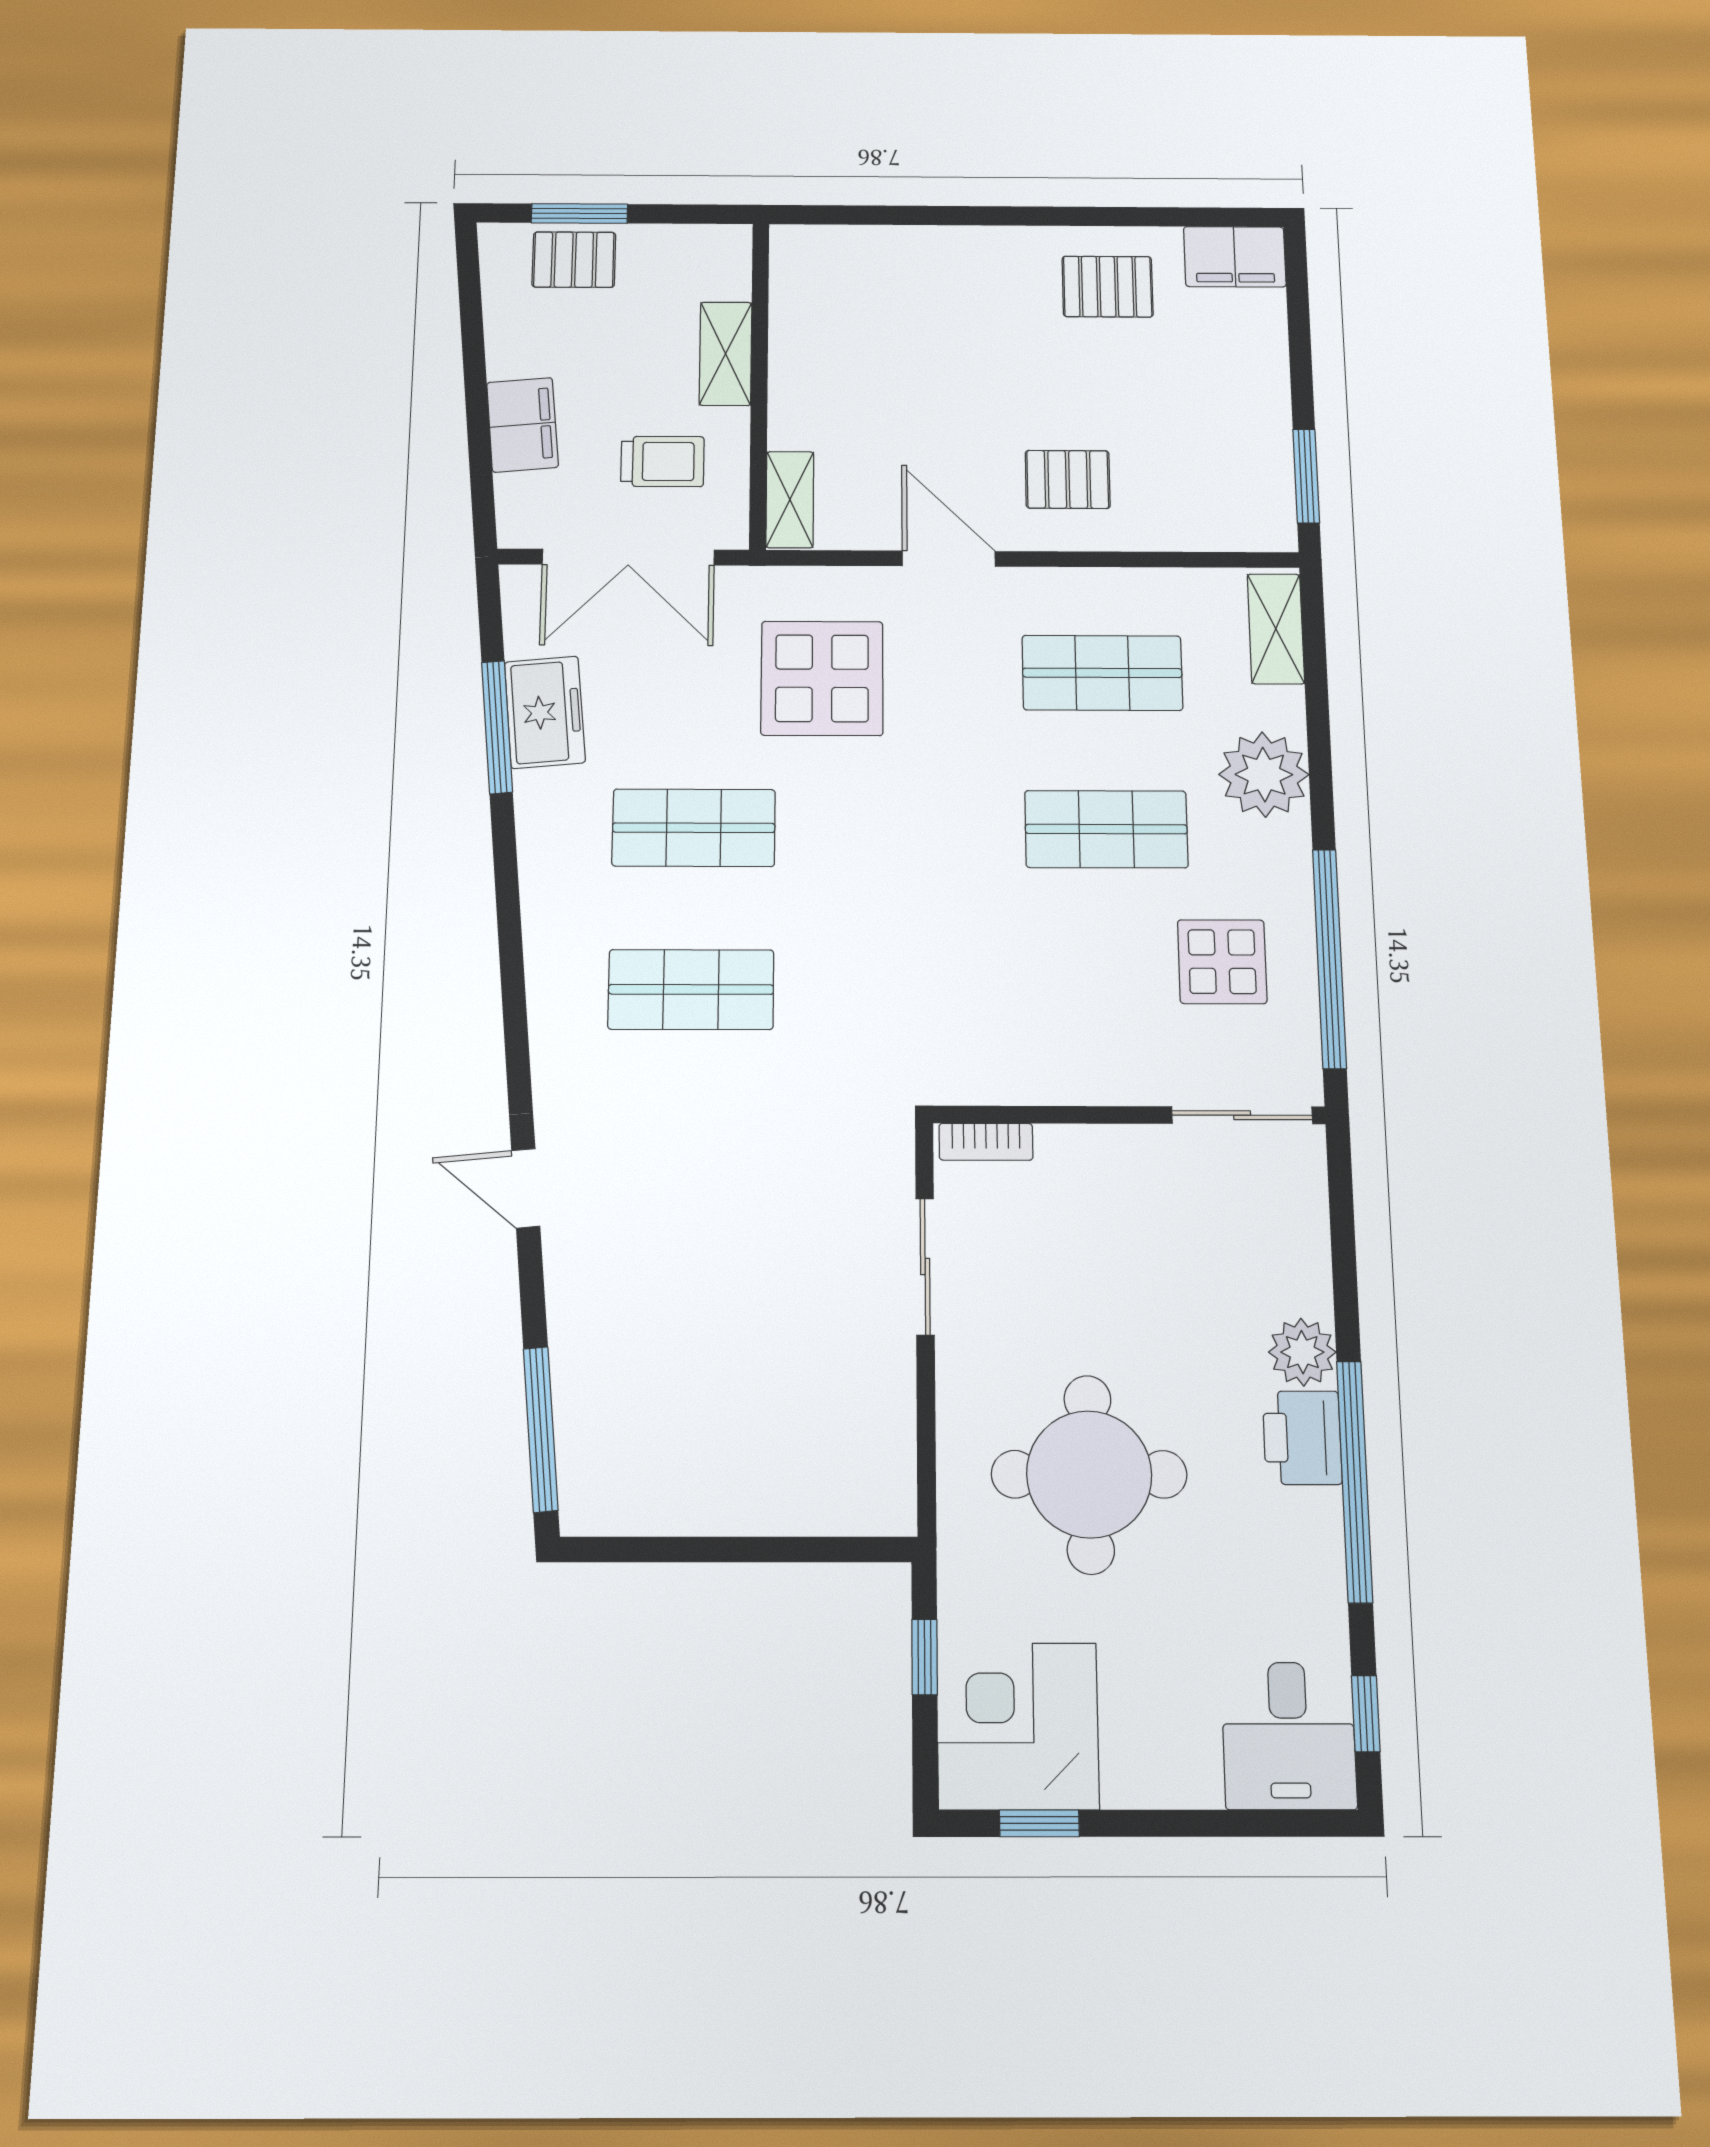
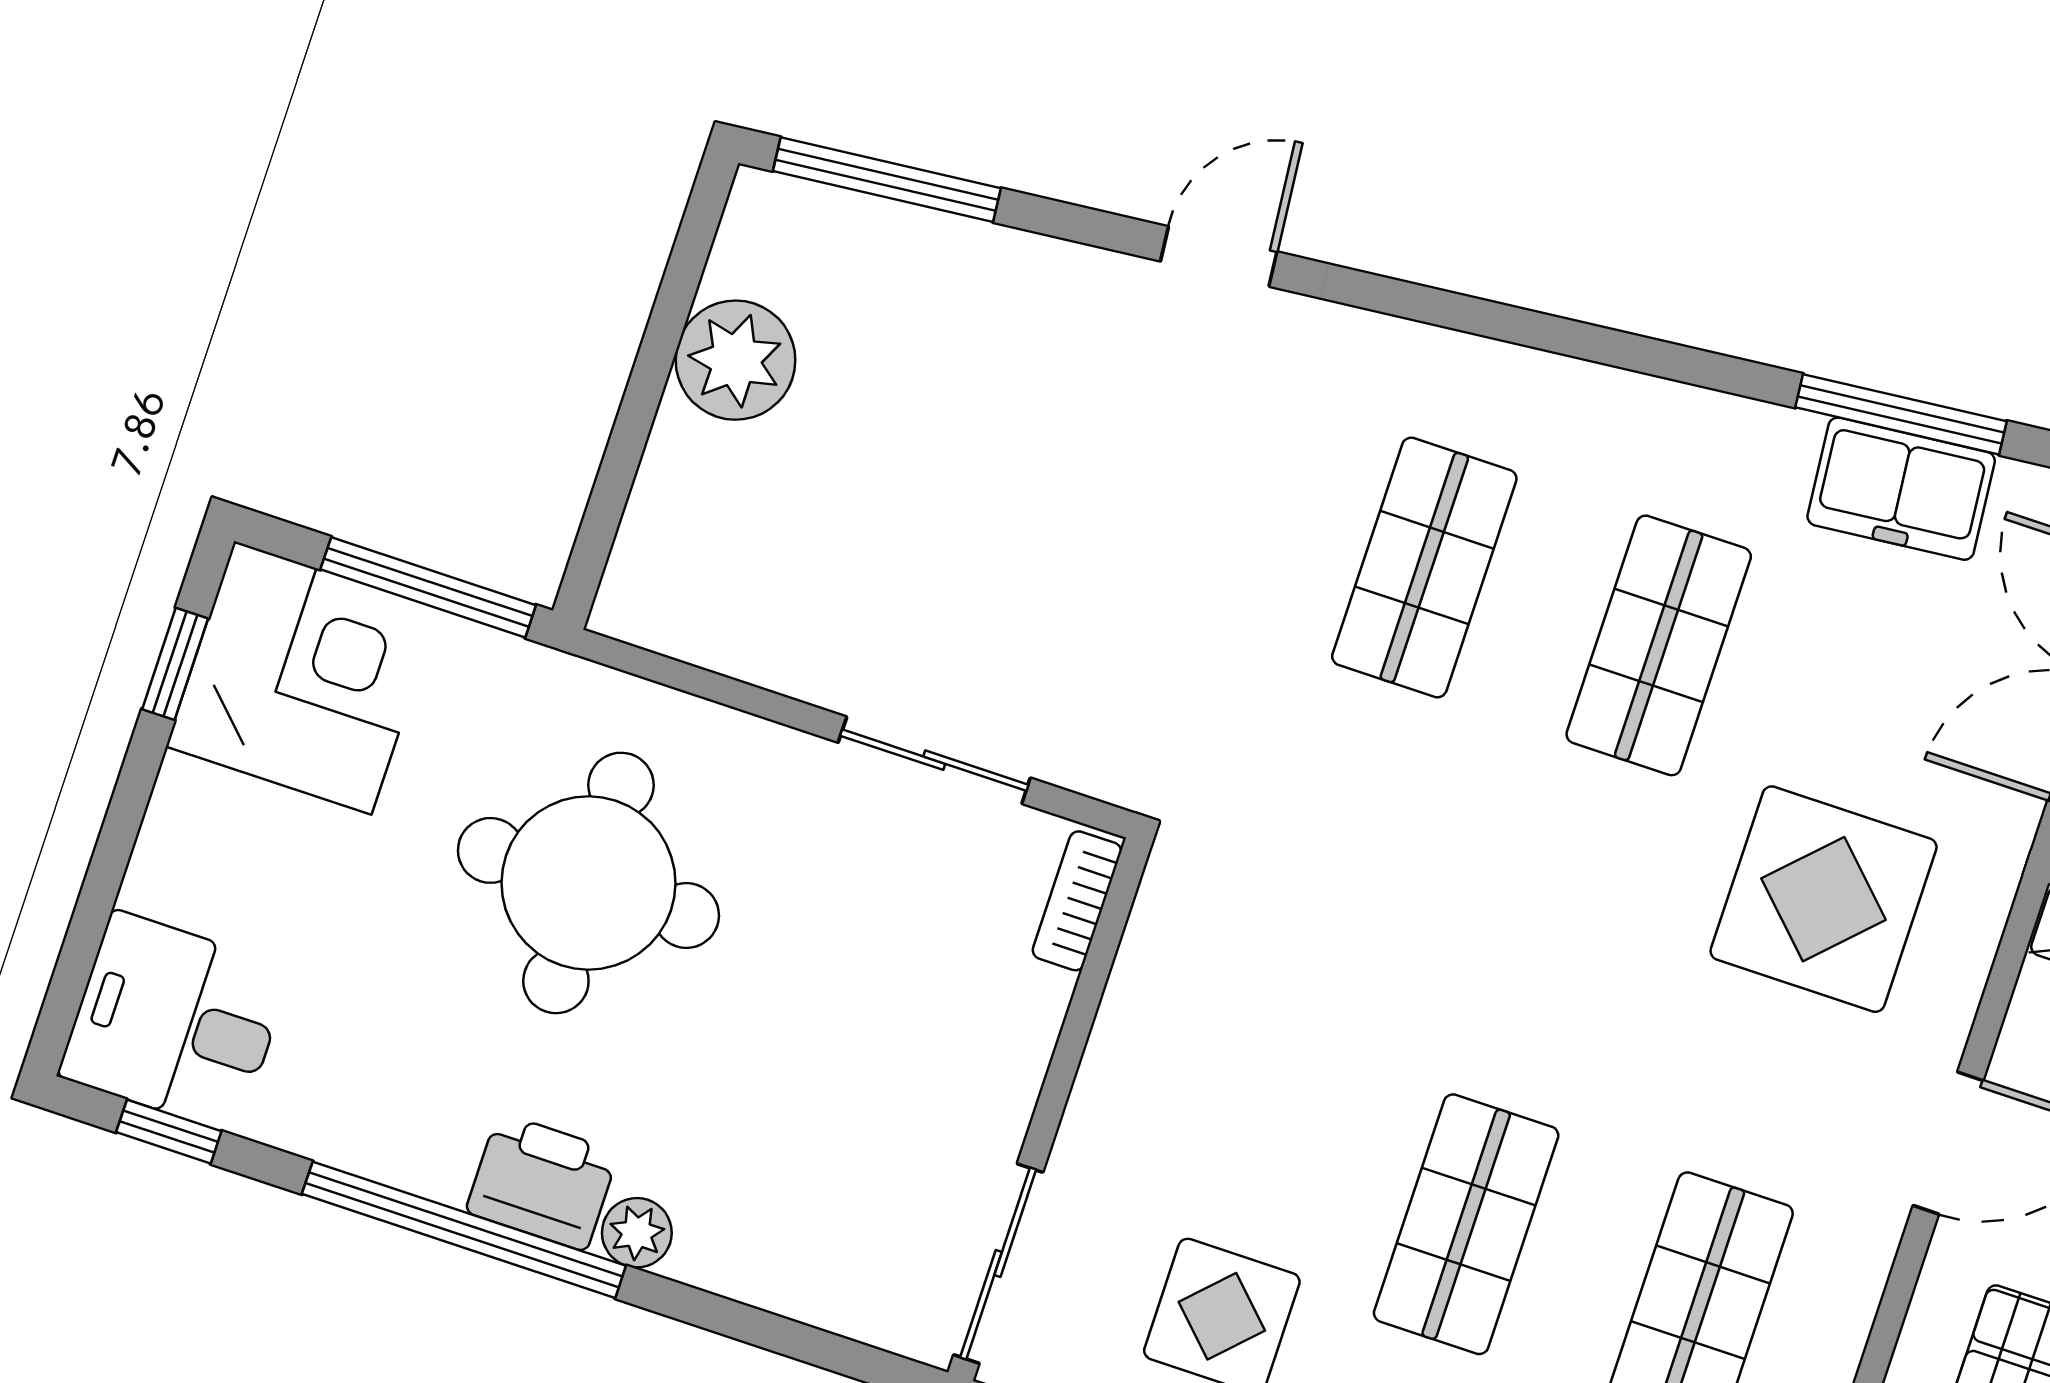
plant: (1302, 1352) -> (637, 1233), width x0.73, depth x0.73
plant: (697, 1493) -> (736, 360), added
window: (925, 1657) -> (428, 587), width x2.17

